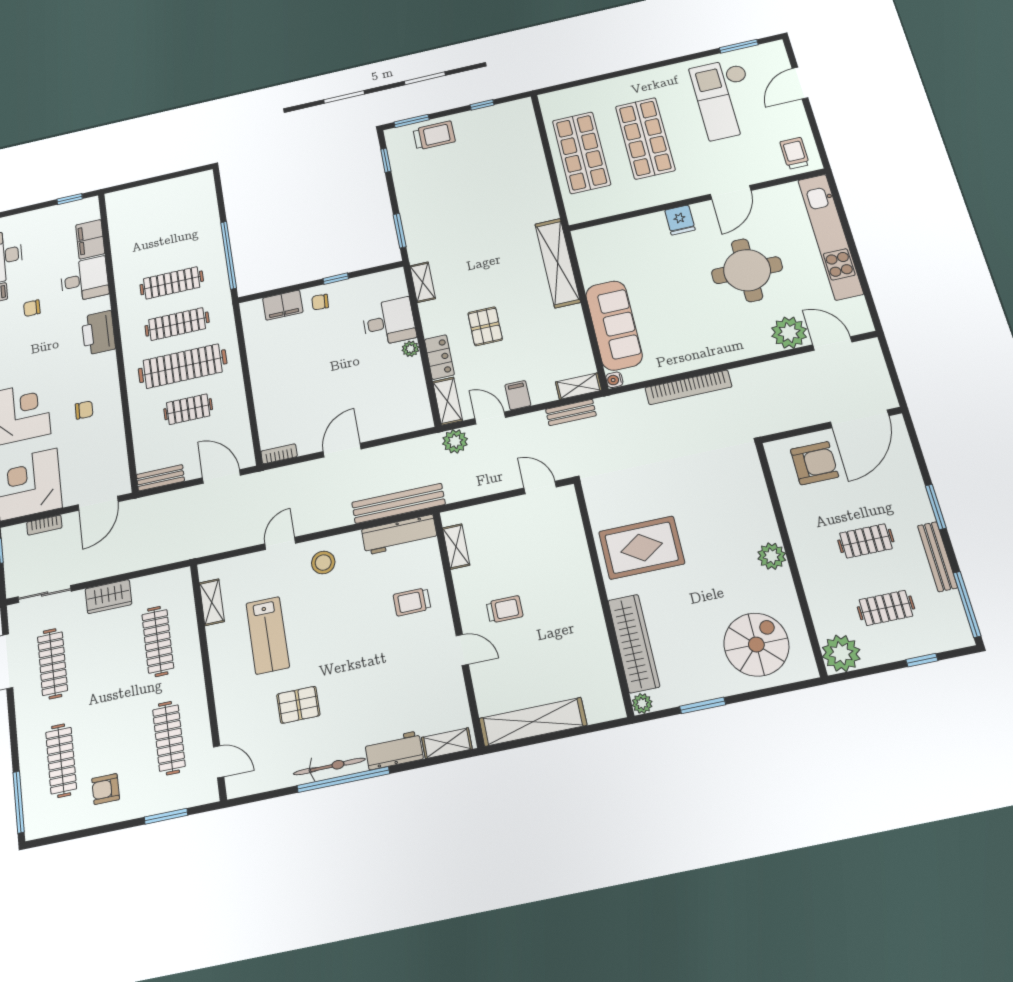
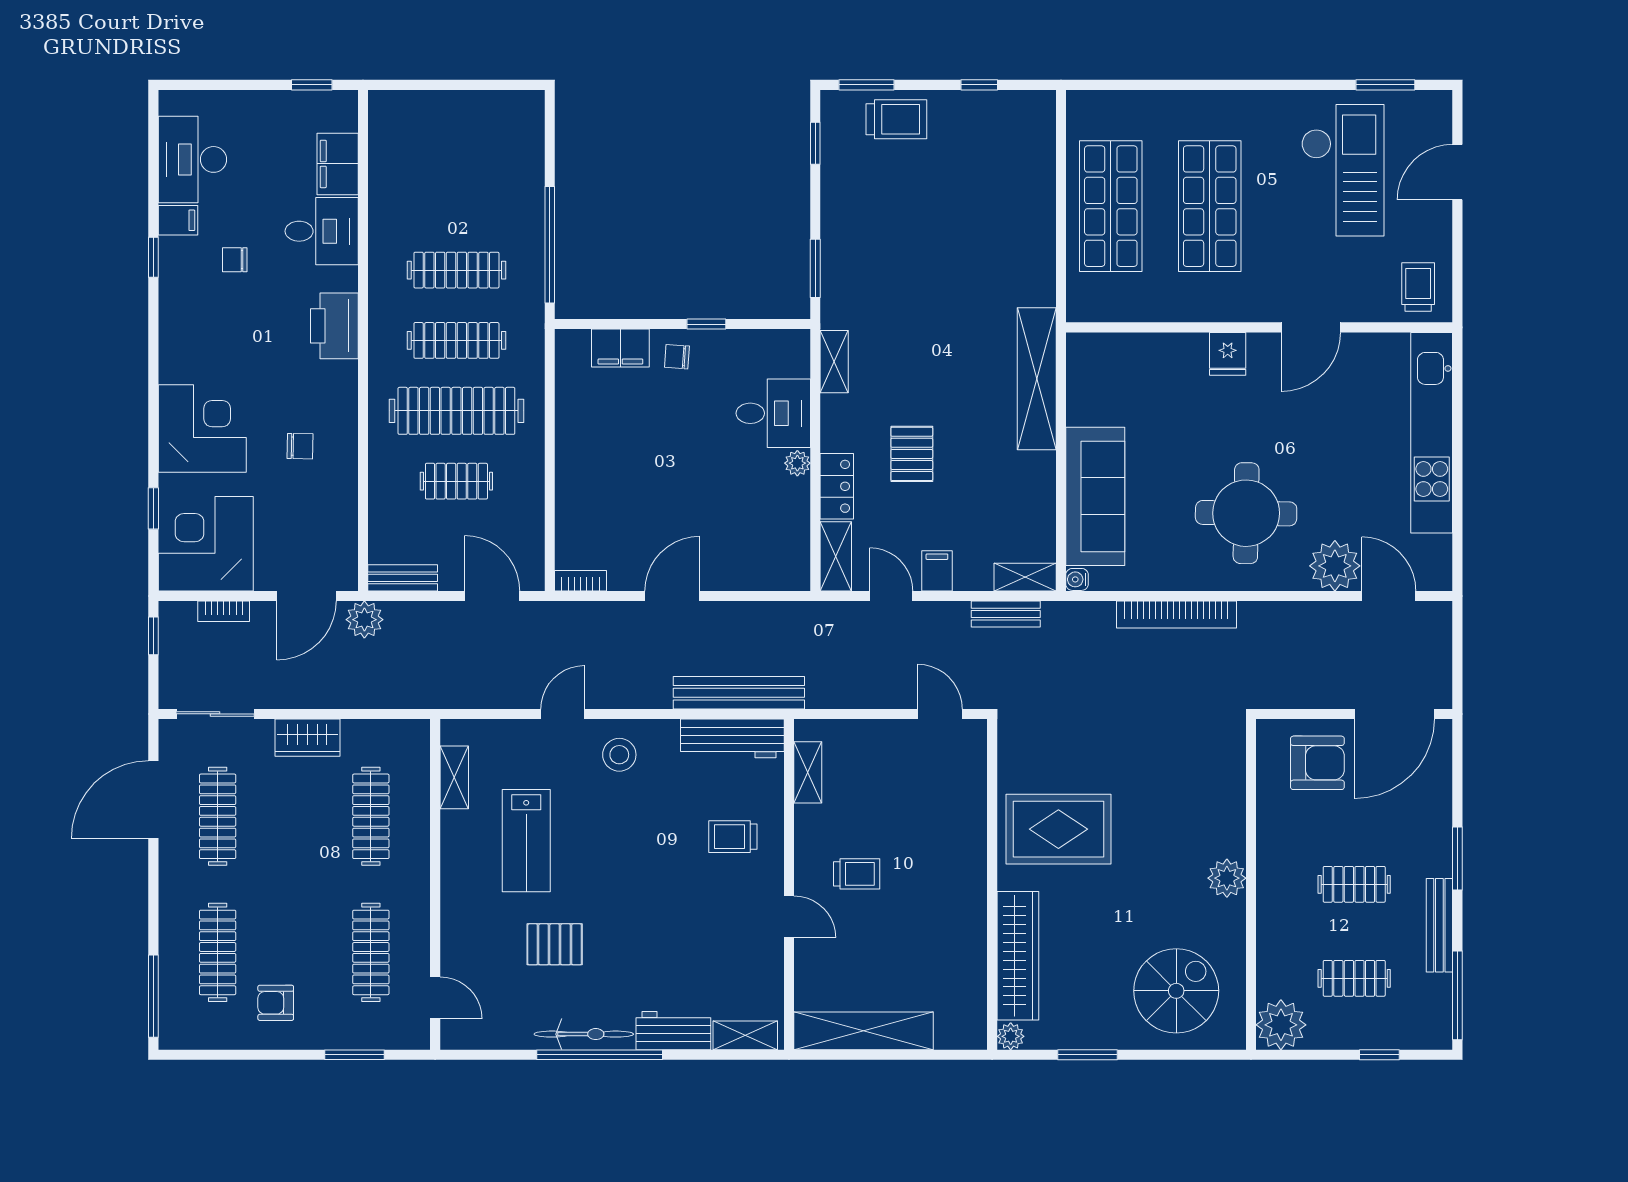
checkout: (725, 99) -> (1343, 170), turned 180
round table: (747, 270) -> (1246, 513), moved
plant: (455, 441) -> (364, 620), moved

